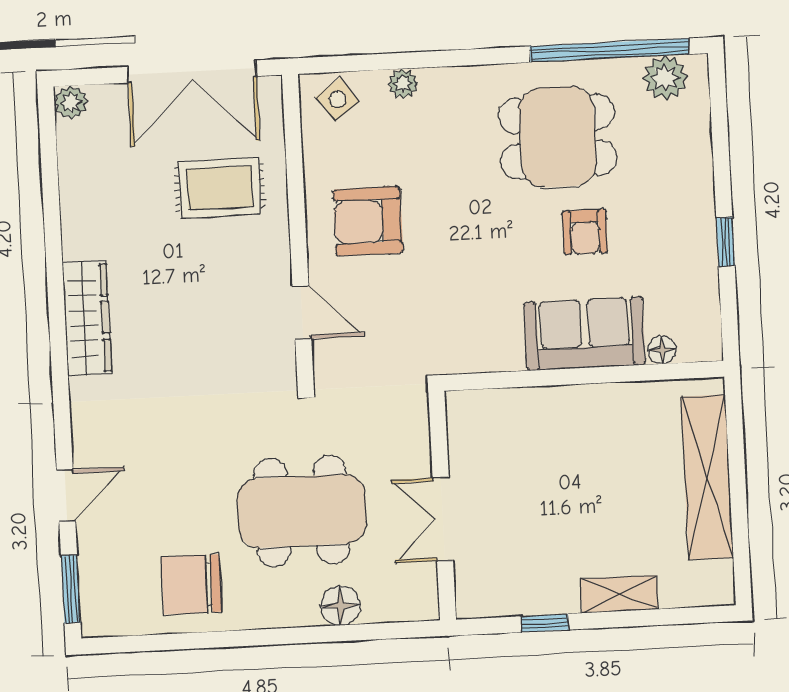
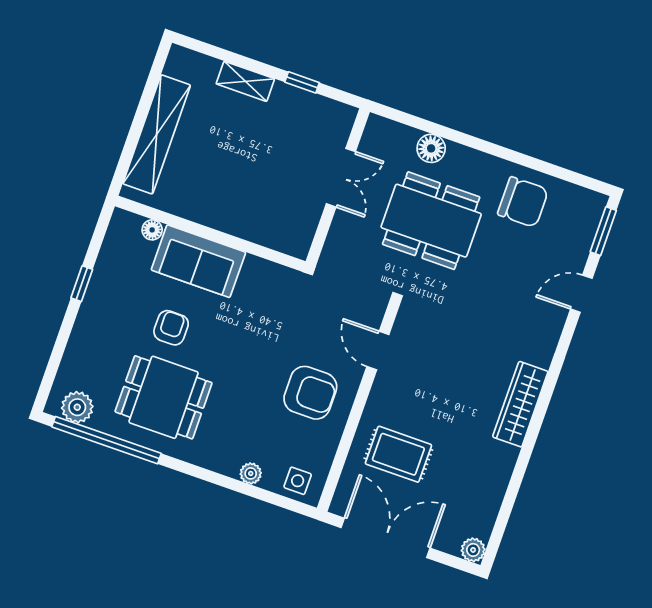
side table: (338, 99) -> (298, 481), turned 36

